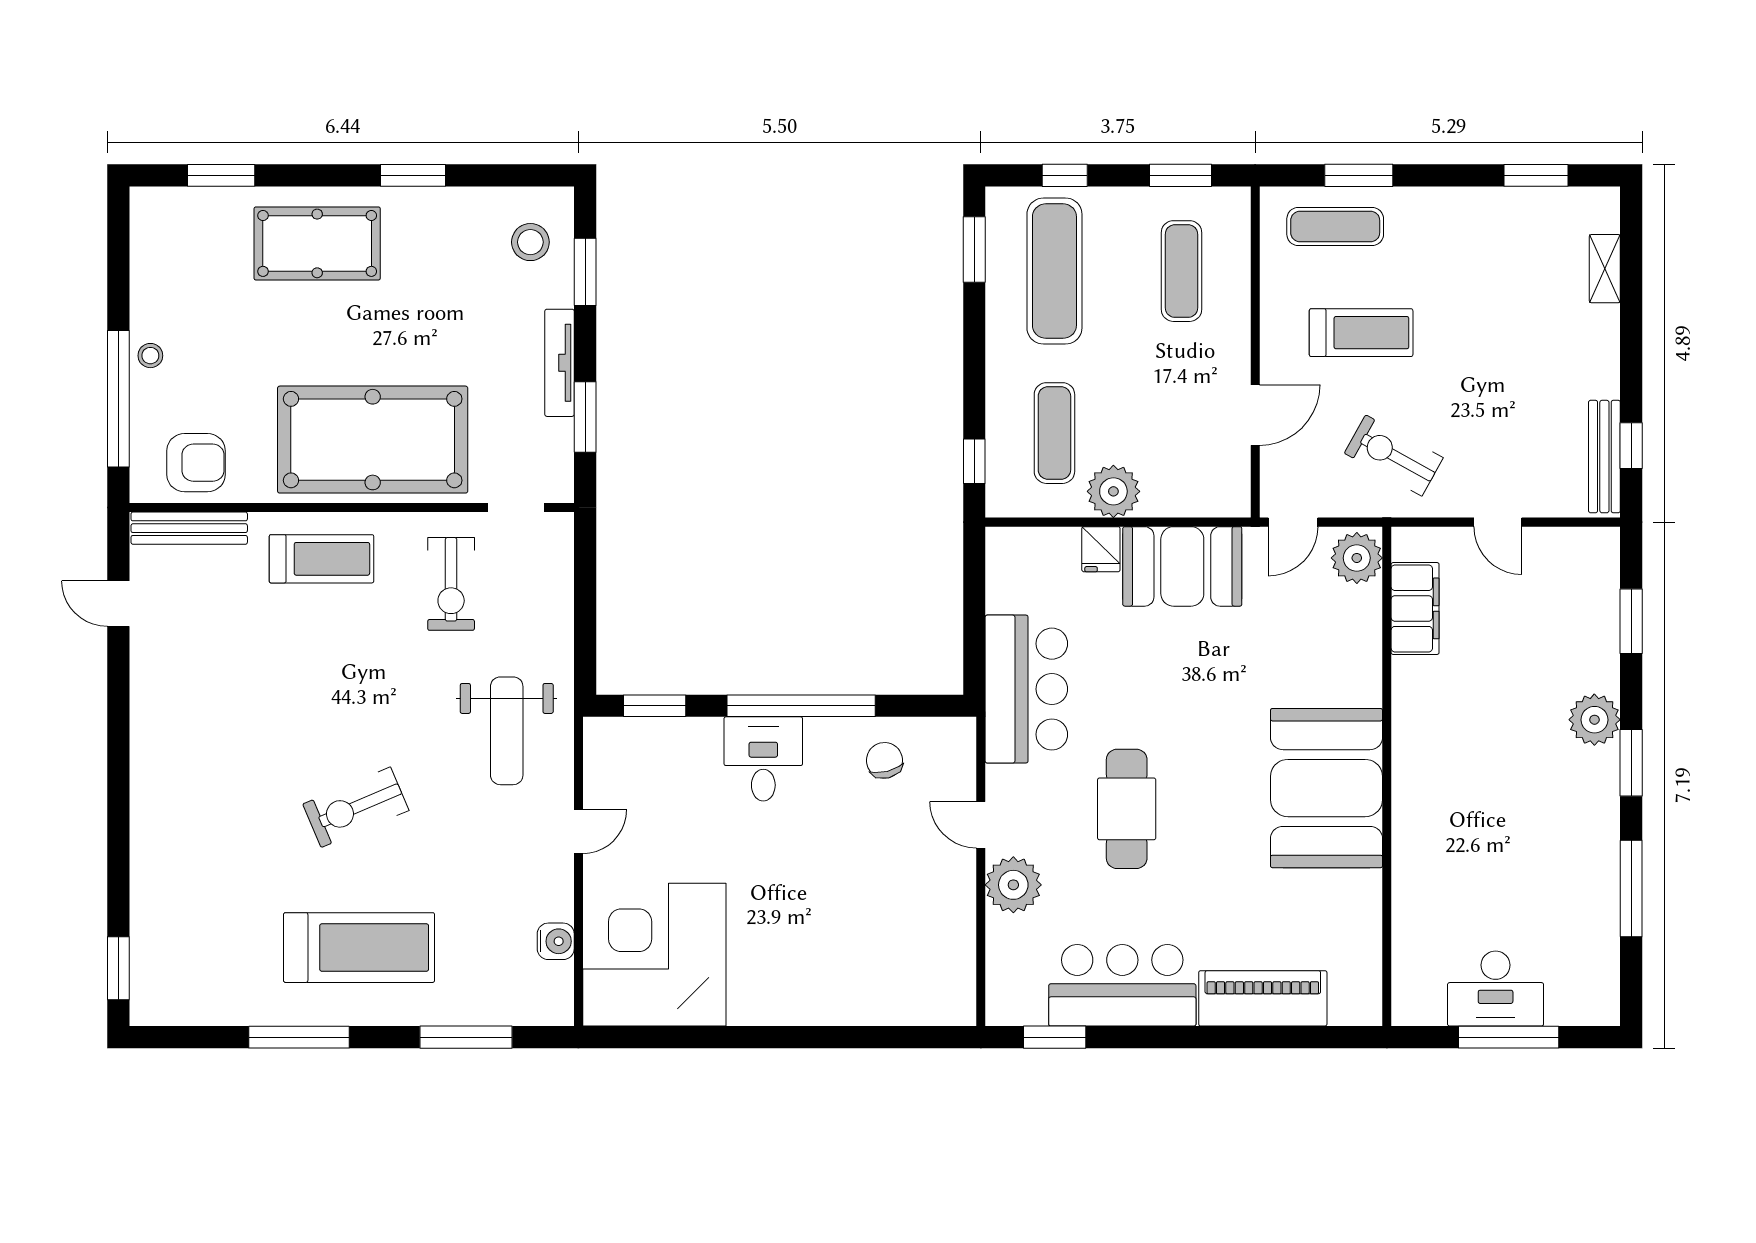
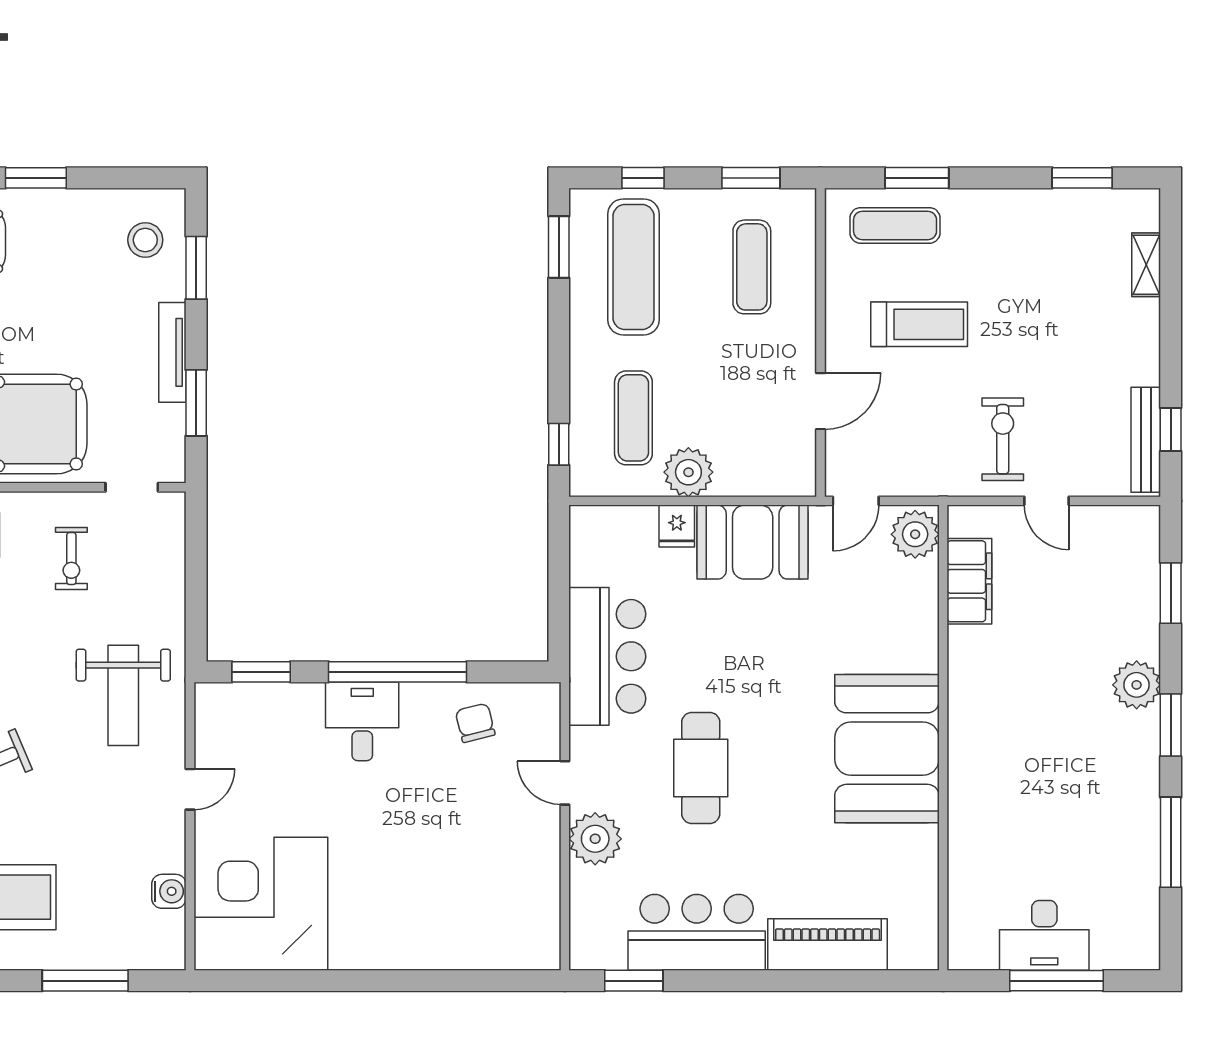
exercise bike: (1394, 455) -> (1003, 439), moved, turned 61
exercise bike: (451, 584) -> (71, 558), width x0.73, depth x0.72

